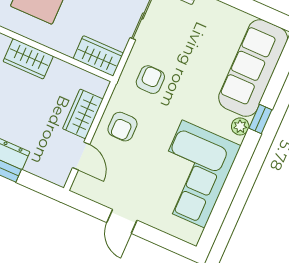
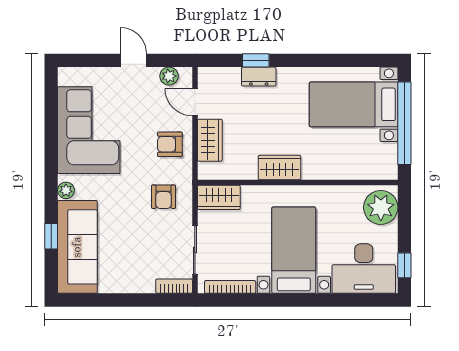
window: (260, 119) -> (51, 236), moved
armchair: (122, 127) -> (170, 144), turned -90
plant: (95, 192) -> (169, 76), added

